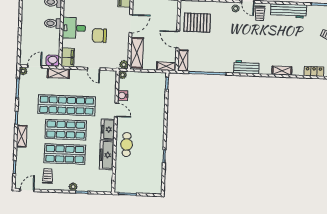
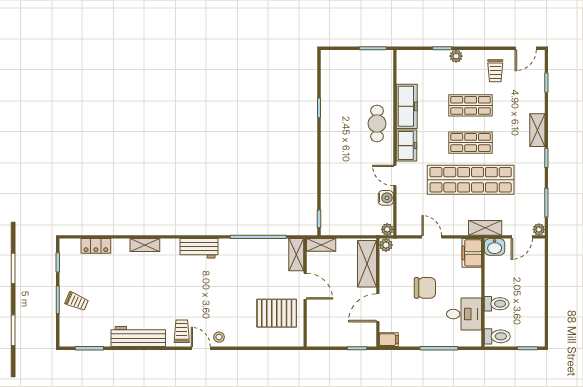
desk: (74, 28) -> (464, 314), moved
shop shelf: (66, 130) -> (471, 143), width x0.70, depth x0.74
shop shelf: (65, 154) -> (471, 105), width x0.70, depth x0.74

